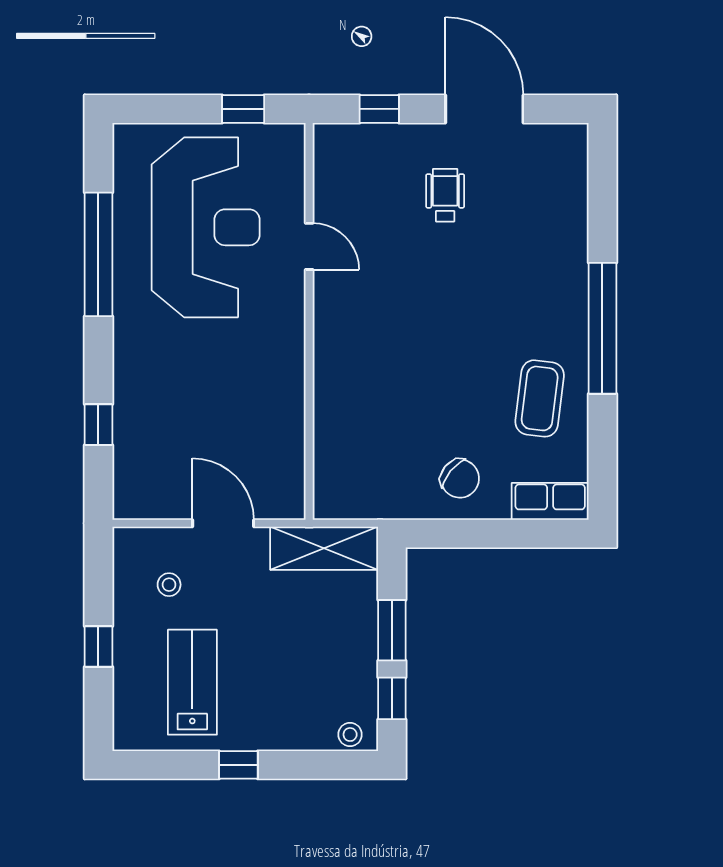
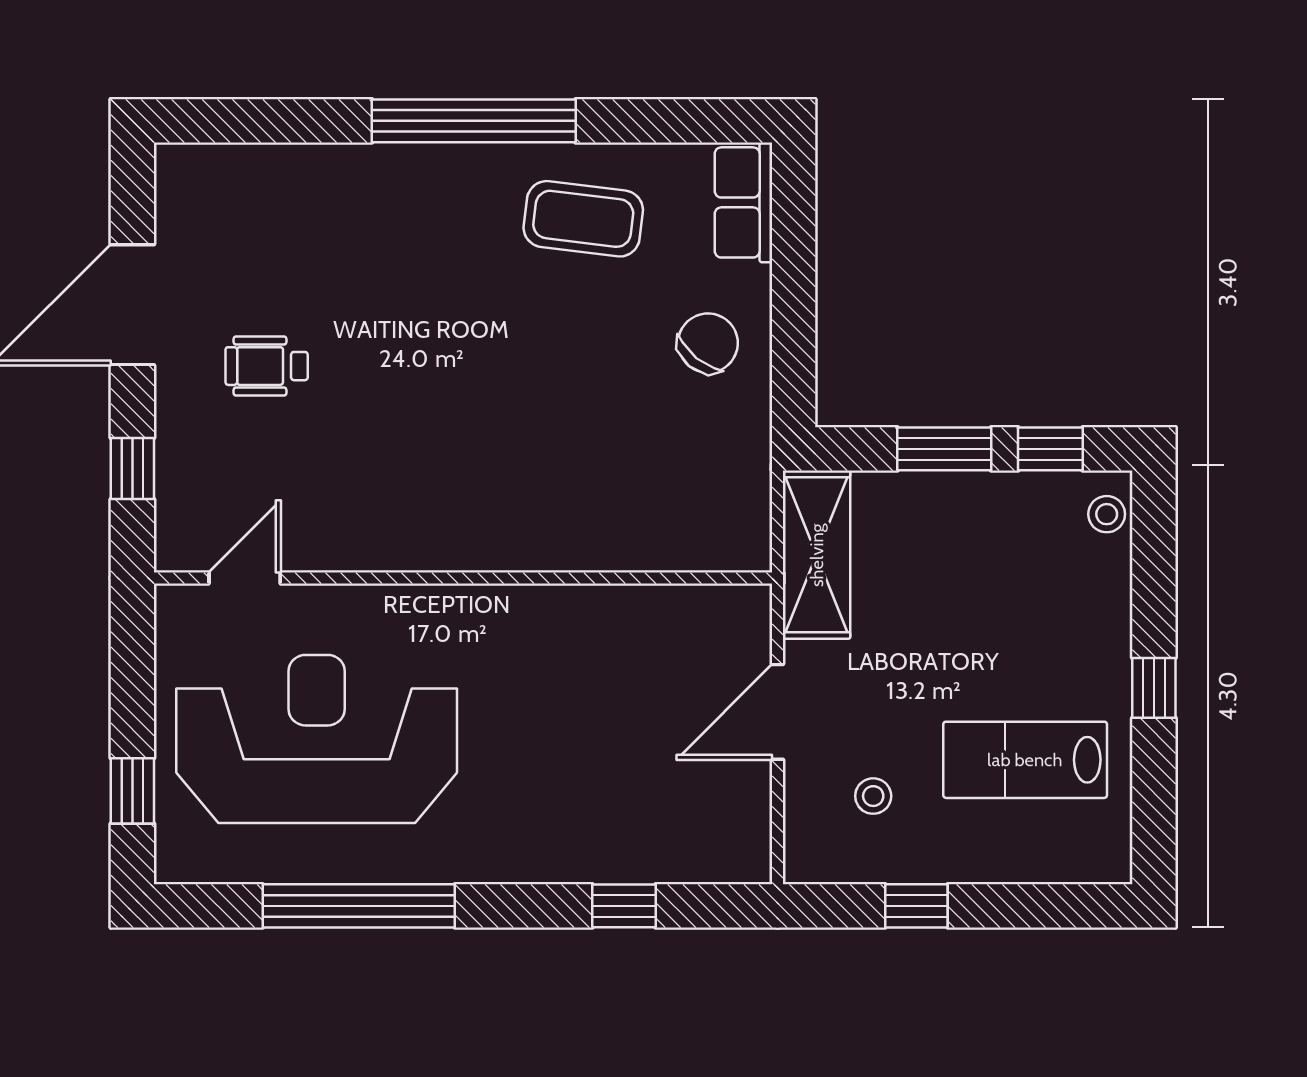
window: (243, 109) -> (132, 791), moved
door: (309, 246) -> (245, 578), moved
window: (98, 647) -> (916, 906), moved

